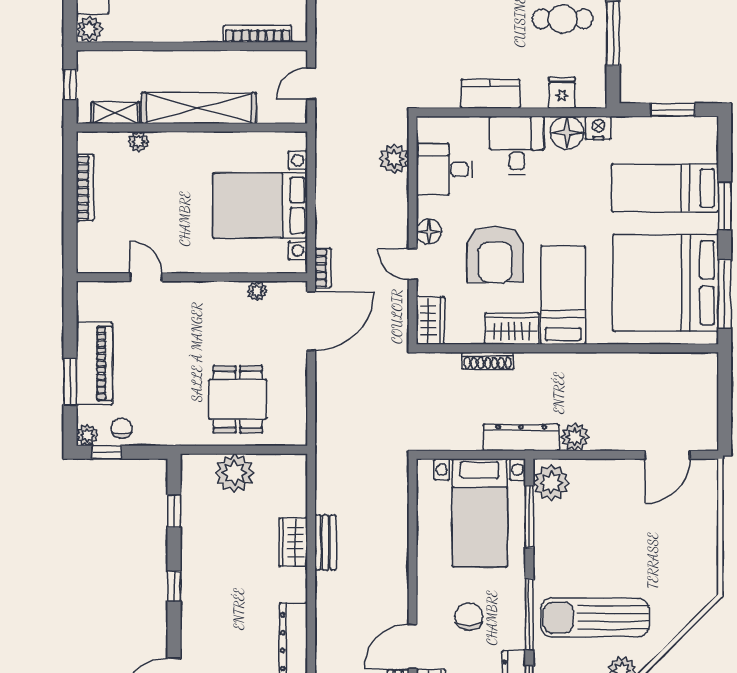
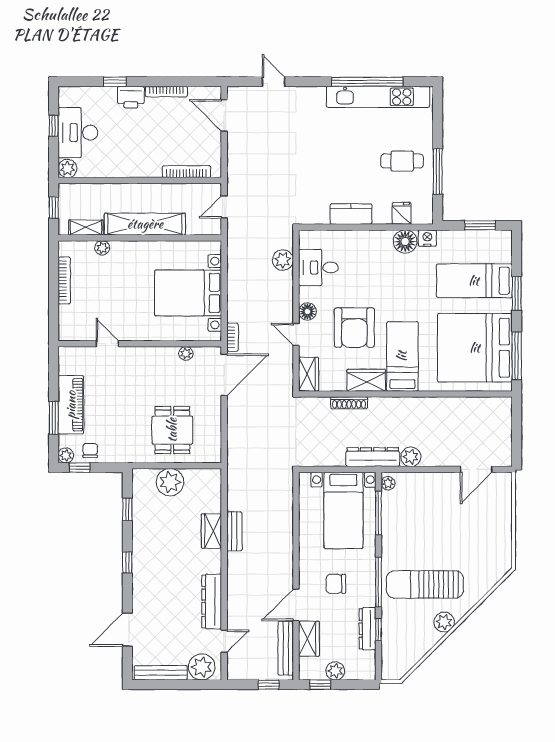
desk: (517, 145) -> (370, 250), removed
plant: (551, 483) -> (388, 483), width x0.53, depth x0.53
chair: (469, 617) -> (336, 584), turned -90

